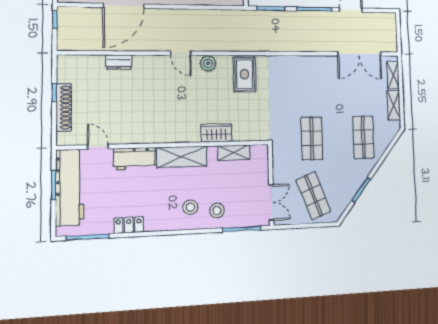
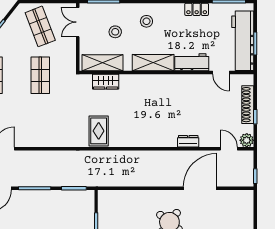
door: (181, 53) -> (229, 149), moved
dresser: (119, 62) -> (188, 141), moved
plant: (208, 63) -> (247, 140), moved
wardrobe: (216, 133) -> (106, 82), moved
shelving: (234, 153) -> (103, 63), width x1.50, depth x1.33
stool: (217, 211) -> (115, 32), moved

